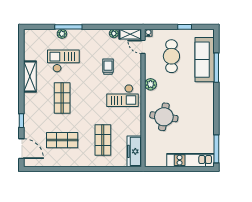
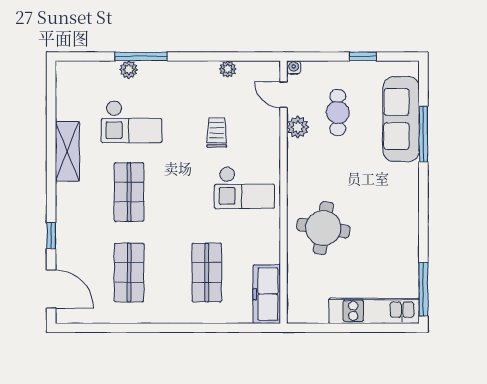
shelving: (130, 34) -> (259, 70), removed
cafe table: (171, 56) -> (338, 112), width x0.73, depth x0.74
checkout: (63, 61) -> (132, 122), turned 180
plant: (151, 84) -> (298, 127), moved
shop shelf: (62, 140) -> (129, 273), turned 90

